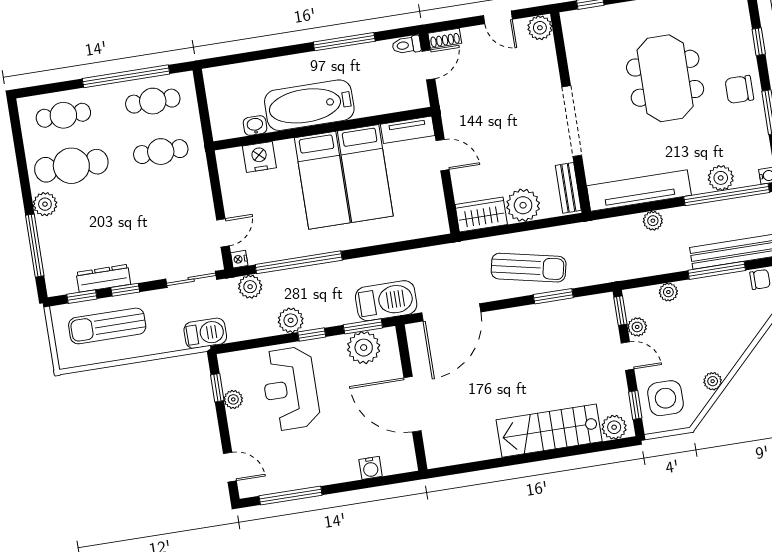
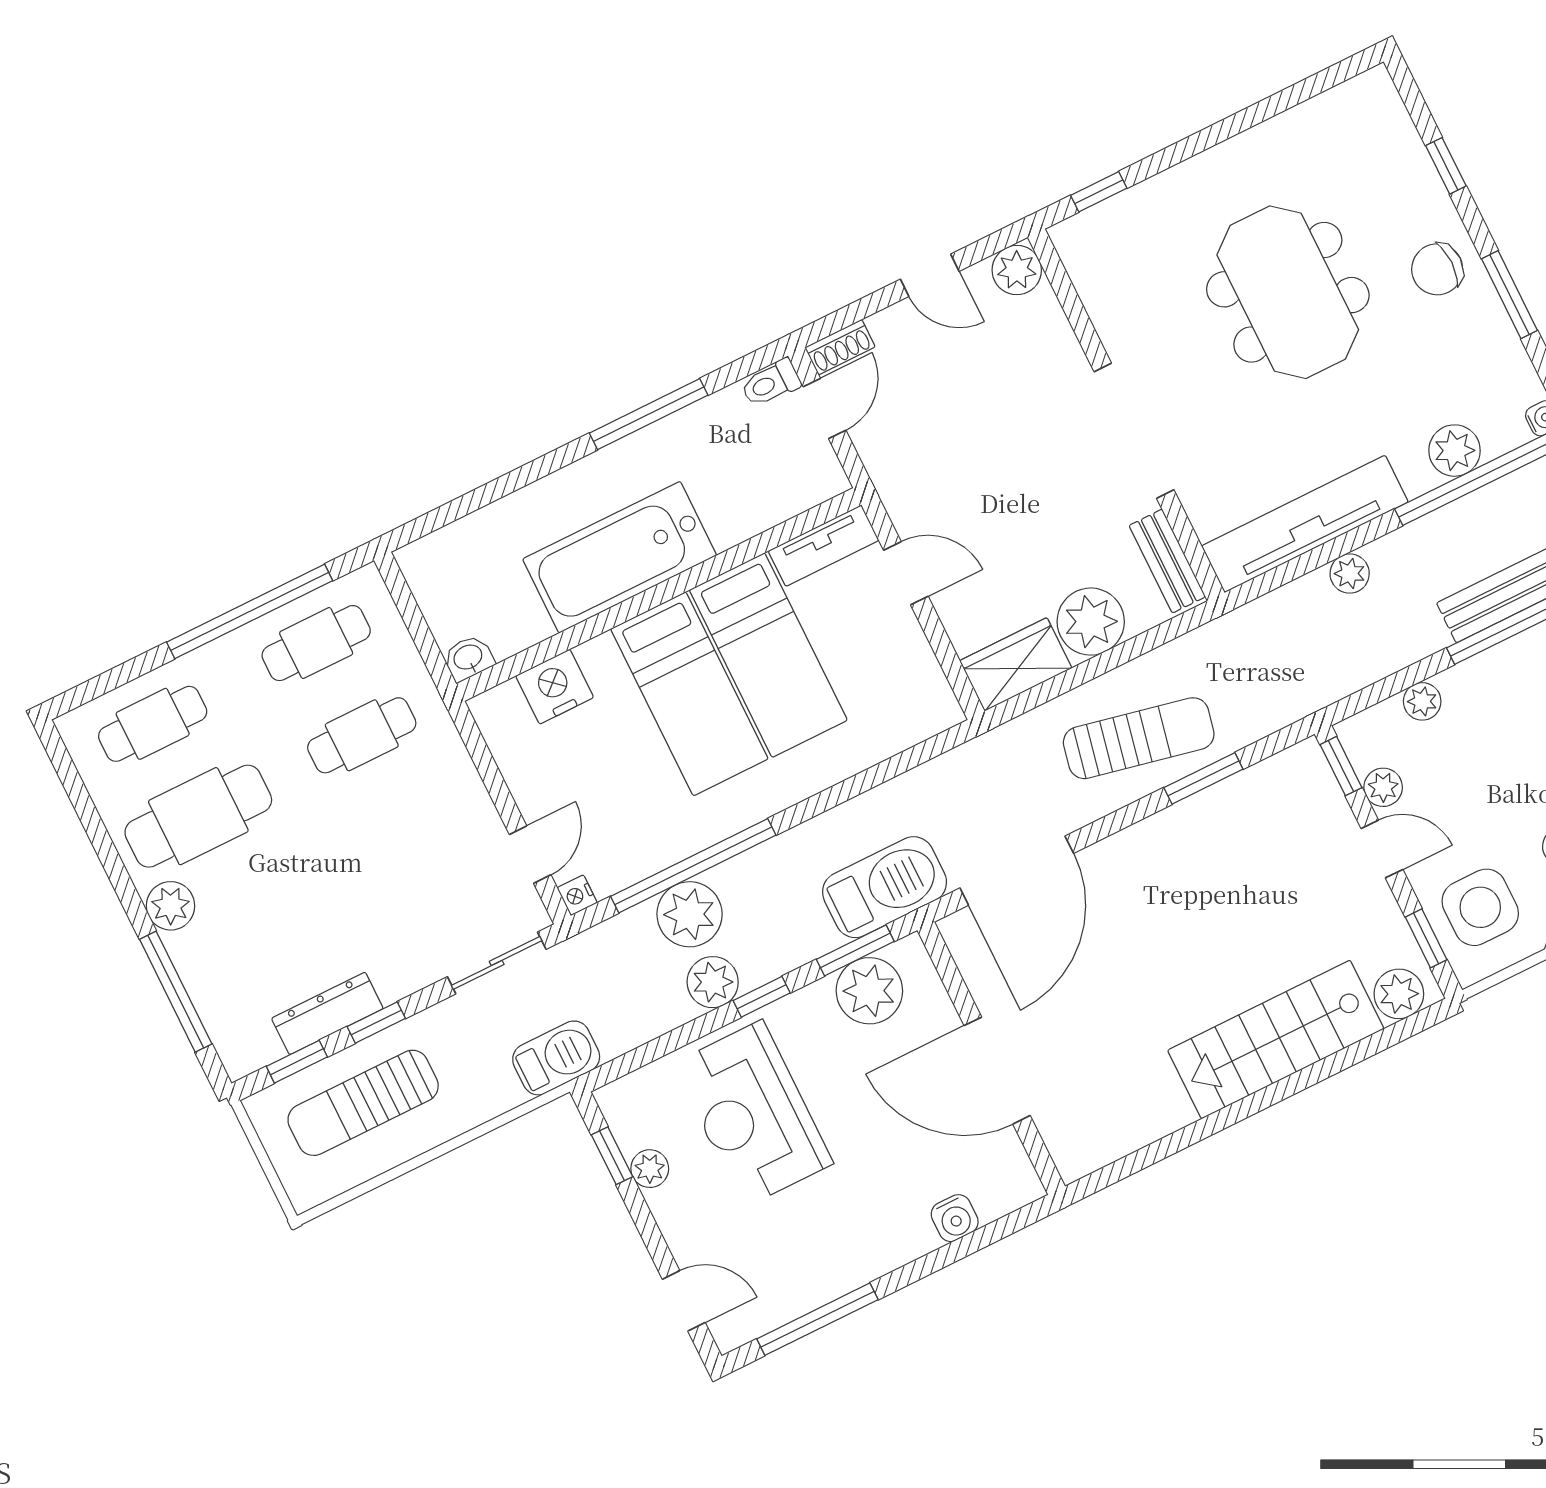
washbasin: (255, 126) -> (468, 658), moved
plant: (250, 287) -> (690, 914), moved, width x1.36, depth x1.36

